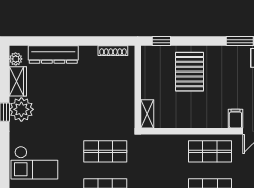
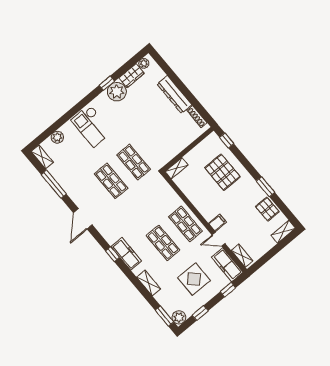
dresser: (53, 55) -> (174, 94), moved
pallet: (189, 72) -> (222, 172), turned 90

